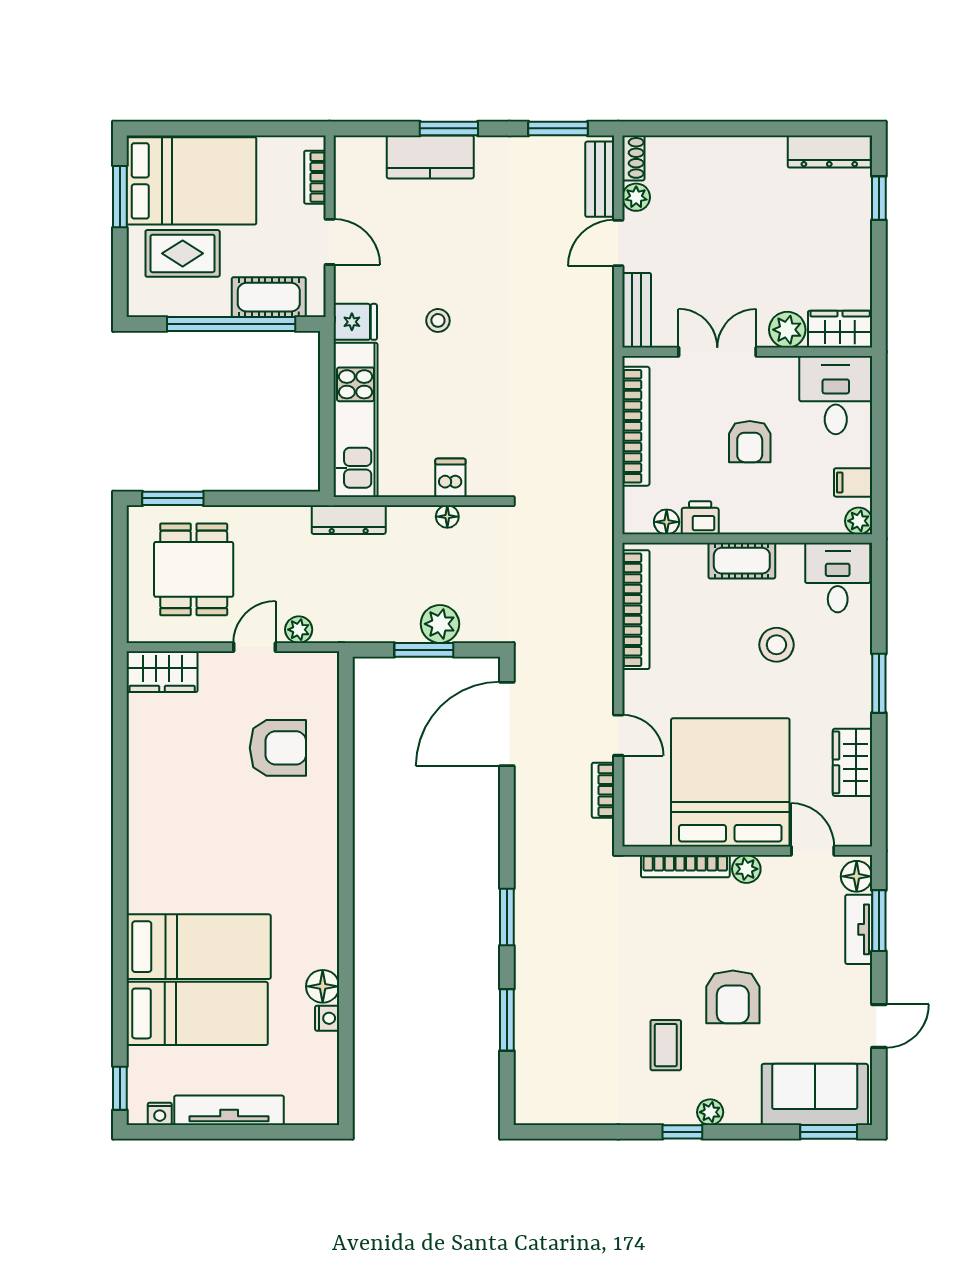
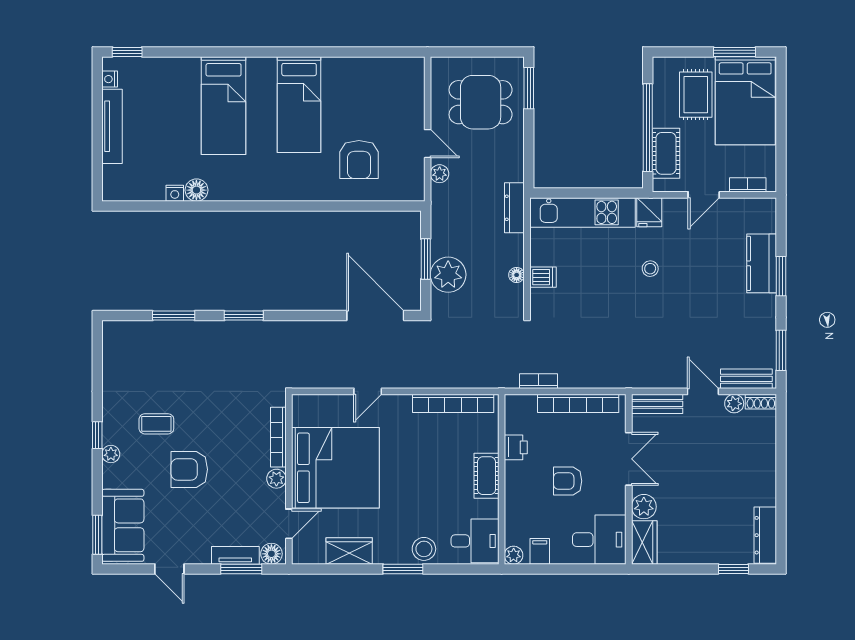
floor lamp: (667, 522) -> (513, 424), removed
plant: (440, 624) -> (448, 275), width x1.36, depth x1.36
stool: (776, 645) -> (424, 549), moved
wardrobe: (162, 672) -> (411, 81), removed
bookcase: (603, 790) -> (538, 381), moved
bed: (197, 1013) -> (299, 105), moved

